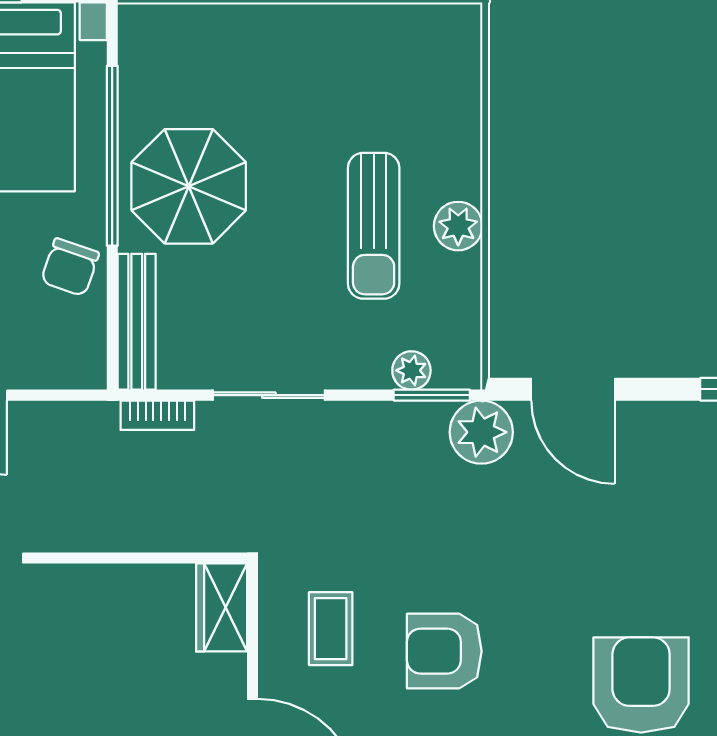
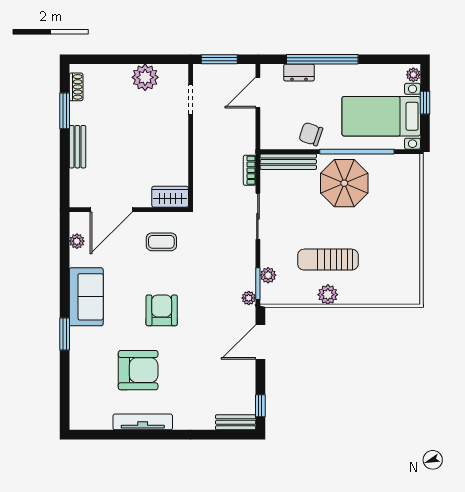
plant: (481, 432) -> (249, 298), width x0.53, depth x0.53
armchair: (444, 651) -> (162, 310), moved

